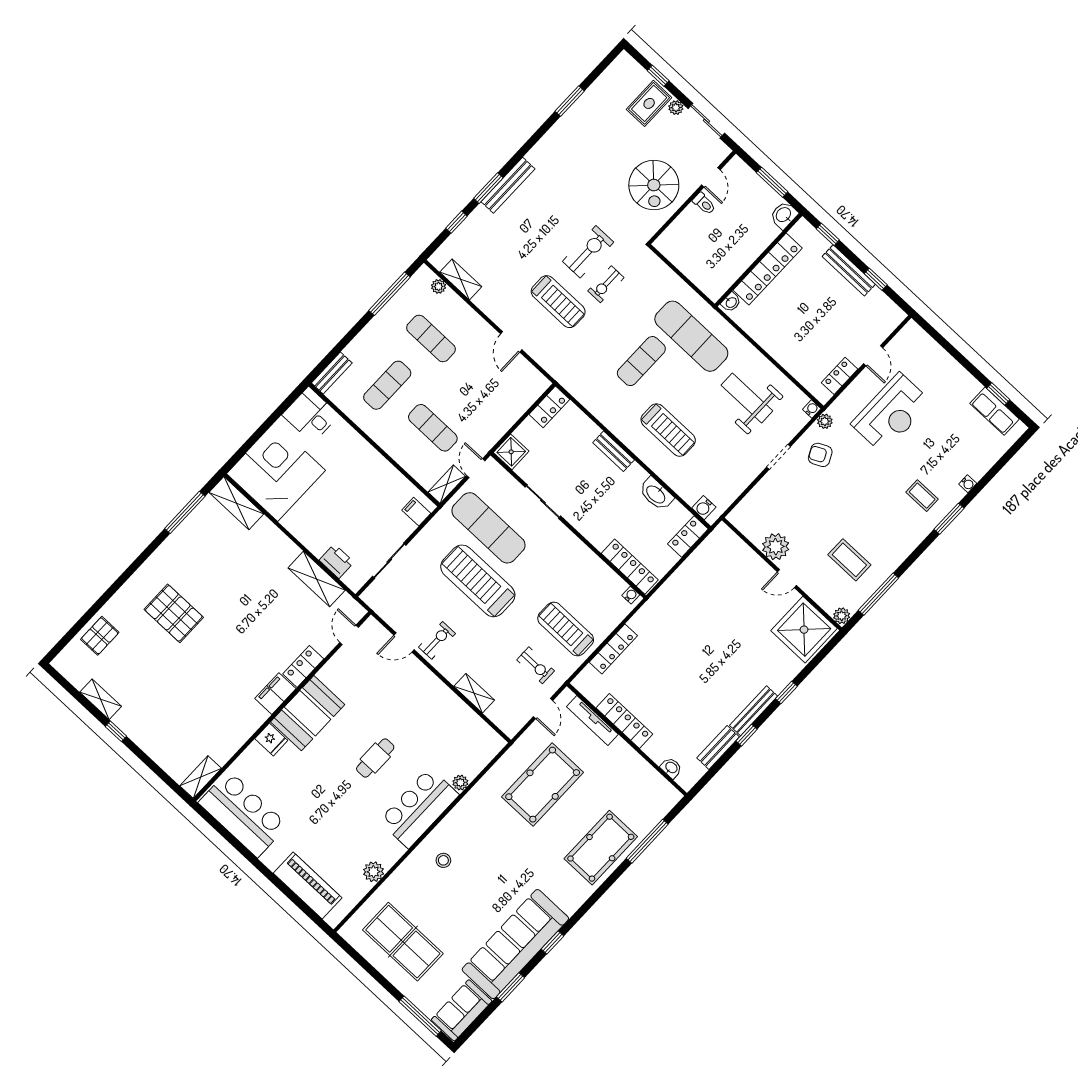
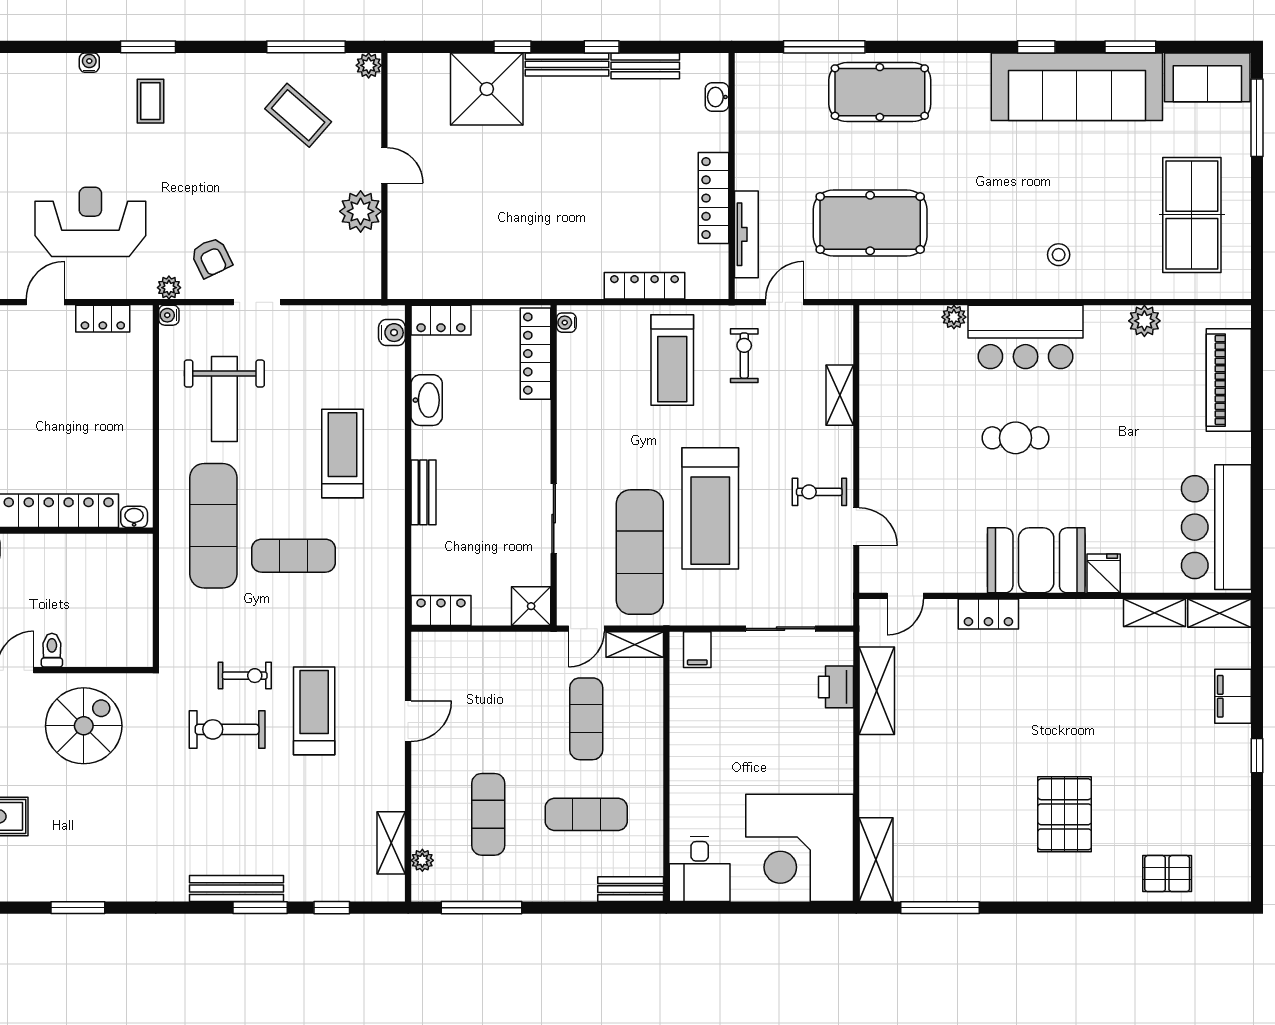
coffee table: (849, 560) -> (298, 115), turned -49
shower: (804, 630) -> (487, 89), moved
filing cabinet: (275, 694) -> (1233, 696), moved, turned 90
shelving: (101, 699) -> (1154, 613), moved, turned 90

